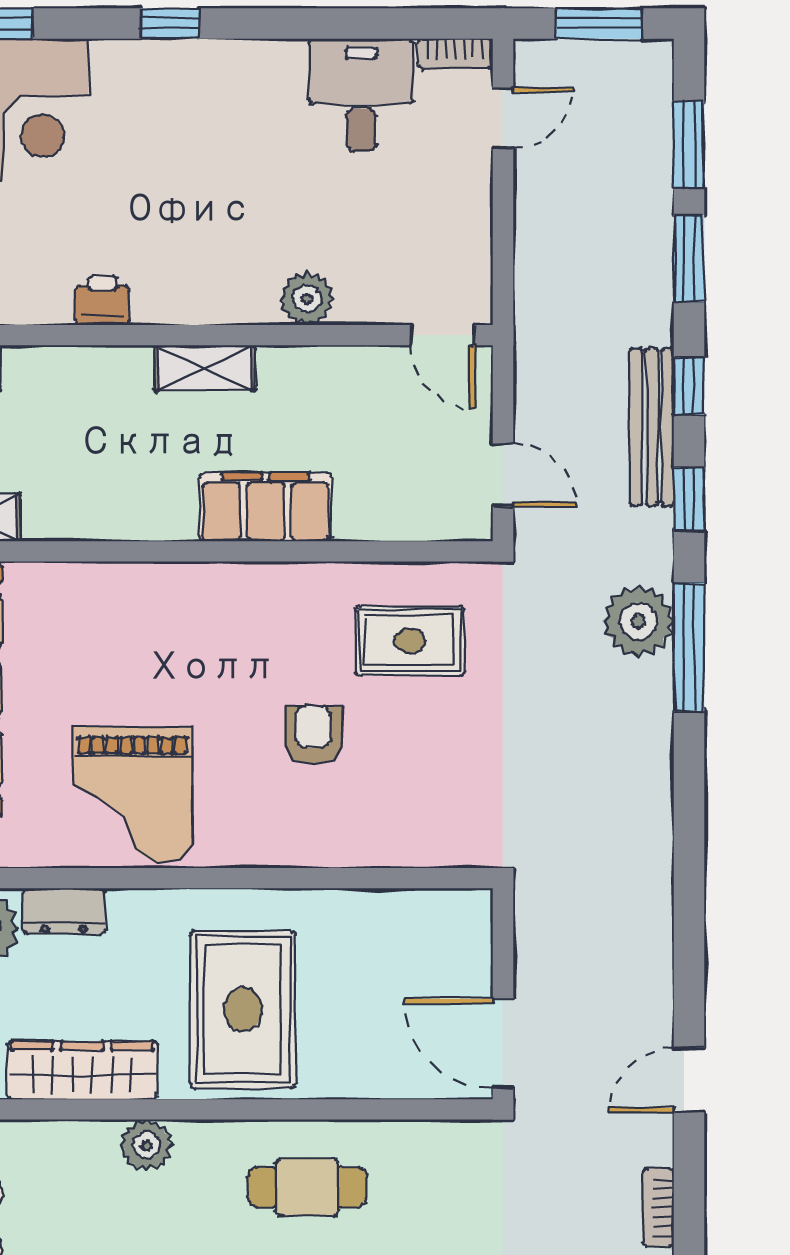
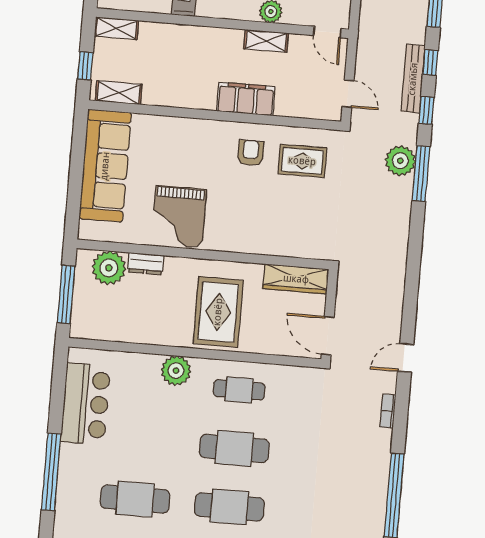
shelving: (205, 368) -> (266, 41), moved
armchair: (314, 735) -> (251, 153), moved
wardrobe: (82, 1070) -> (296, 279), moved, turned 180
plant: (146, 1145) -> (176, 371), width x1.36, depth x1.36

